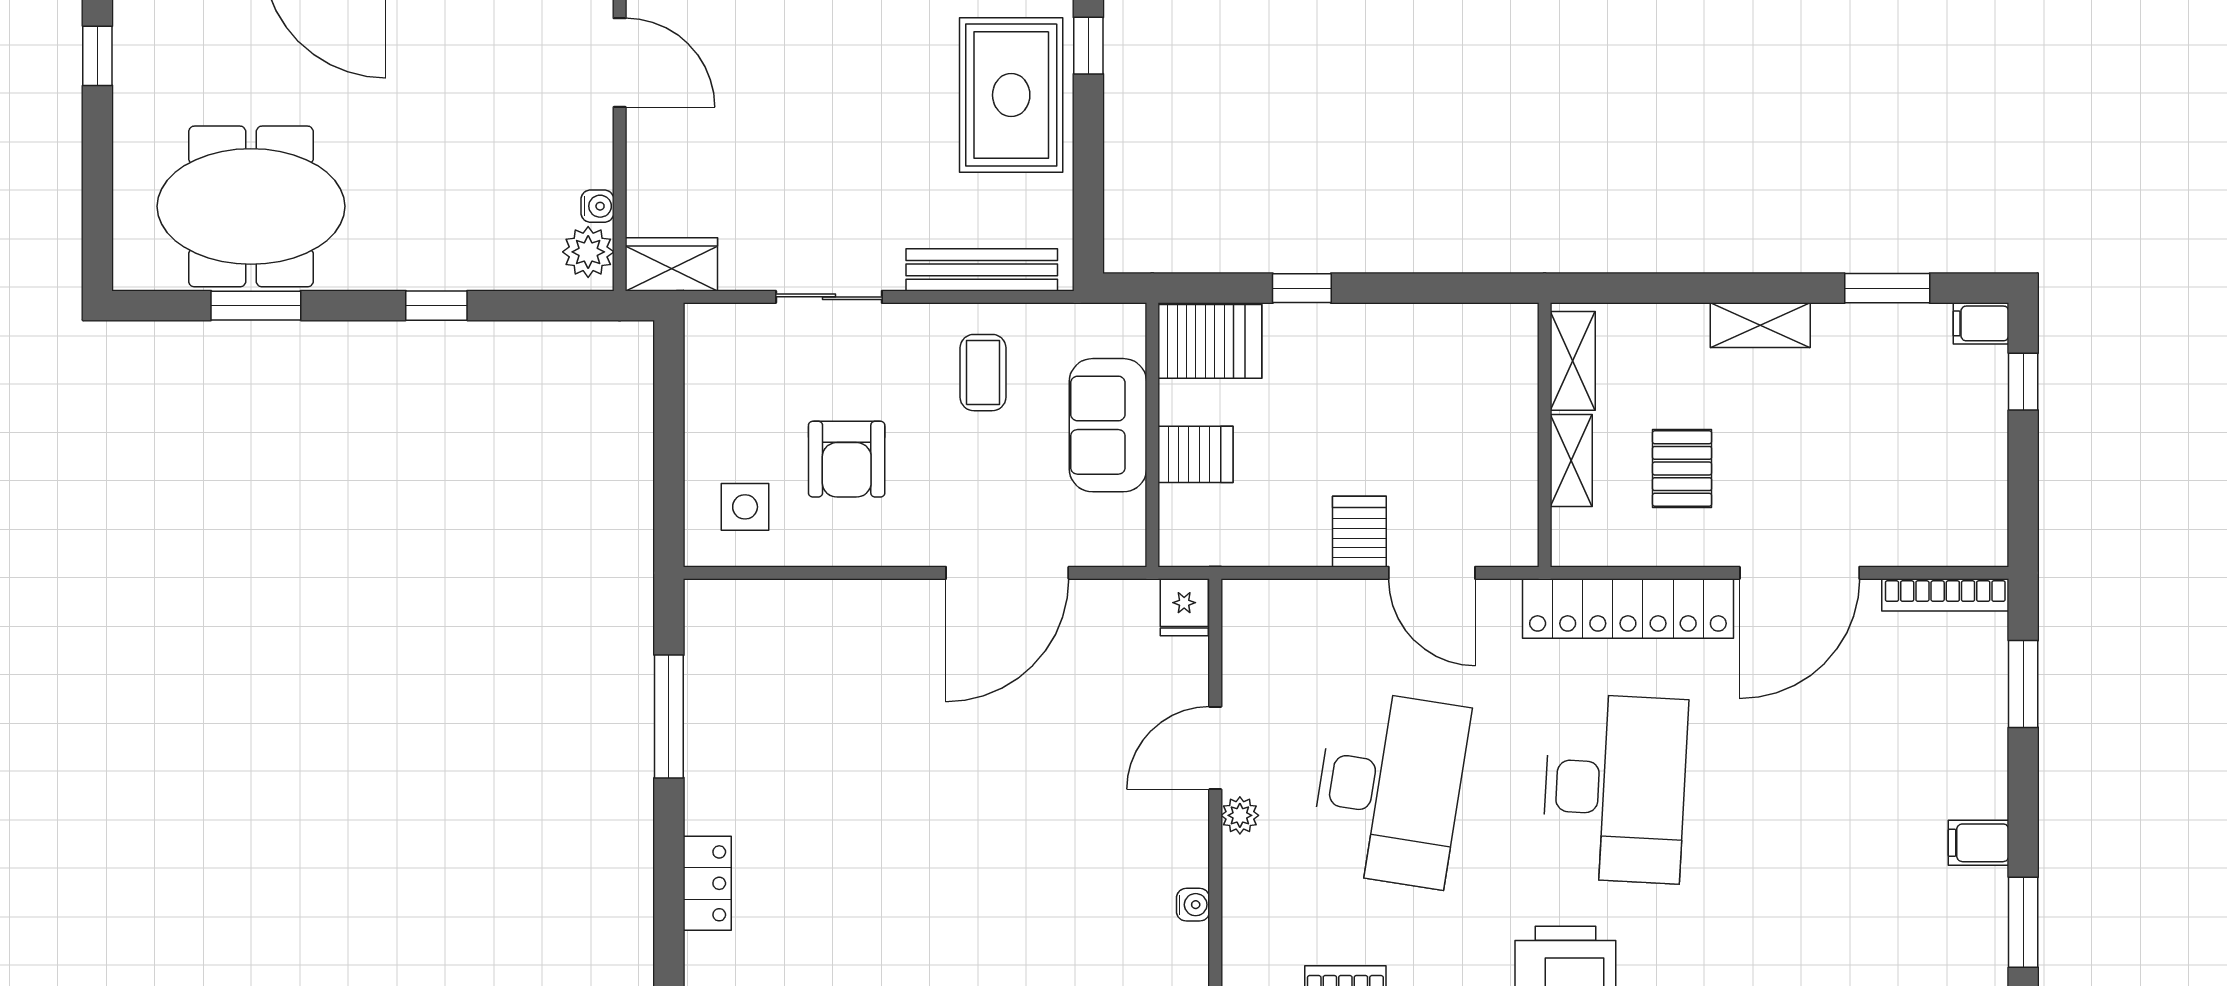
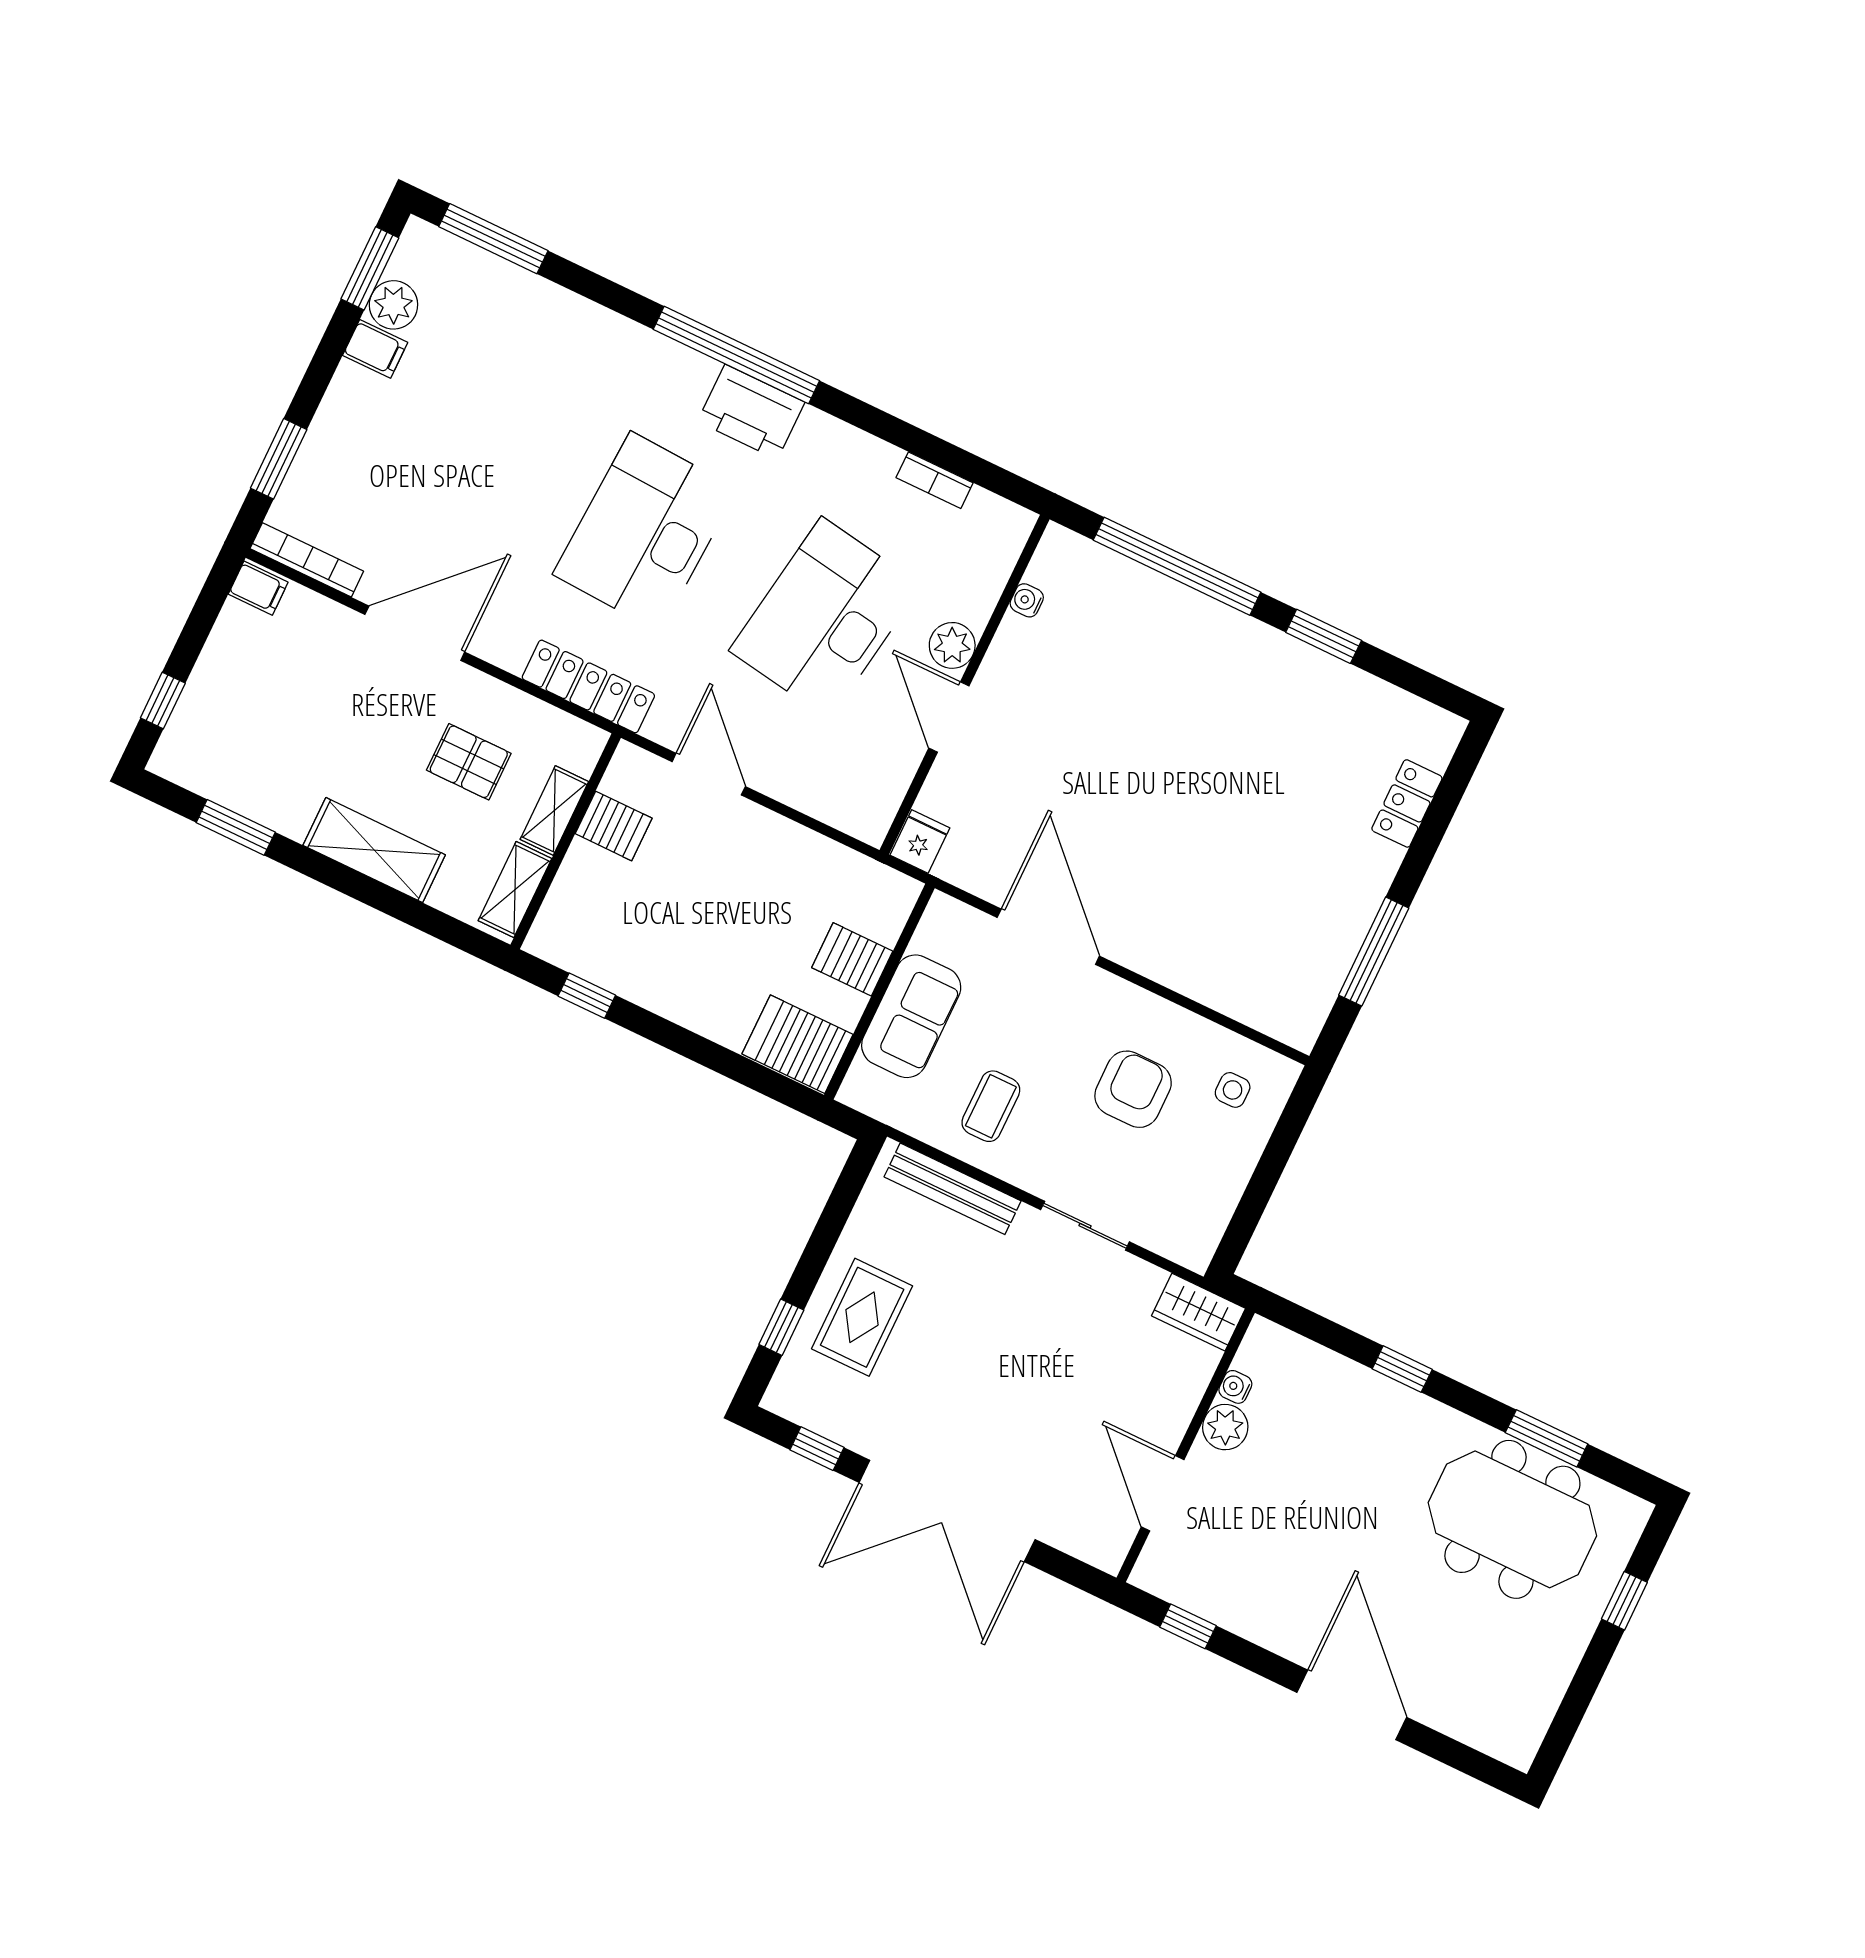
window: (97, 56) -> (1624, 1601), moved
rug: (1011, 95) -> (862, 1317), width x0.73, depth x0.70
plant: (588, 252) -> (1225, 1427), moved
window: (1302, 288) -> (587, 996), moved
filing cabinet: (1981, 323) -> (258, 588), moved
shelving: (1760, 325) -> (374, 850), width x1.50, depth x1.33
pallet: (1682, 468) -> (469, 762), turned 90
side table: (745, 507) -> (1233, 1090), width x0.73, depth x0.73
server rack: (1359, 532) -> (614, 826), moved, turned -90
door: (1007, 573) -> (1048, 937), hinge flipped
locker: (1628, 609) -> (588, 686), width x0.71, depth x0.83
door: (1215, 748) -> (949, 717), swing flipped
plant: (1240, 815) -> (952, 645), width x1.38, depth x1.38
plant: (1981, 897) -> (393, 305), added

